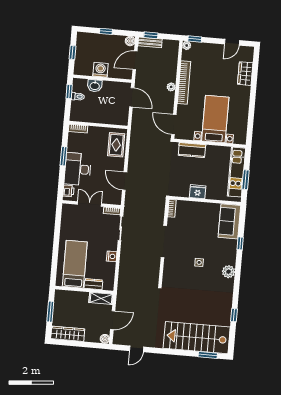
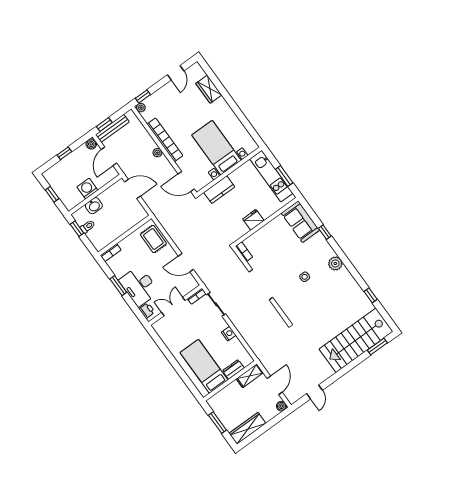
bench: (150, 42) -> (112, 128), width x1.36

